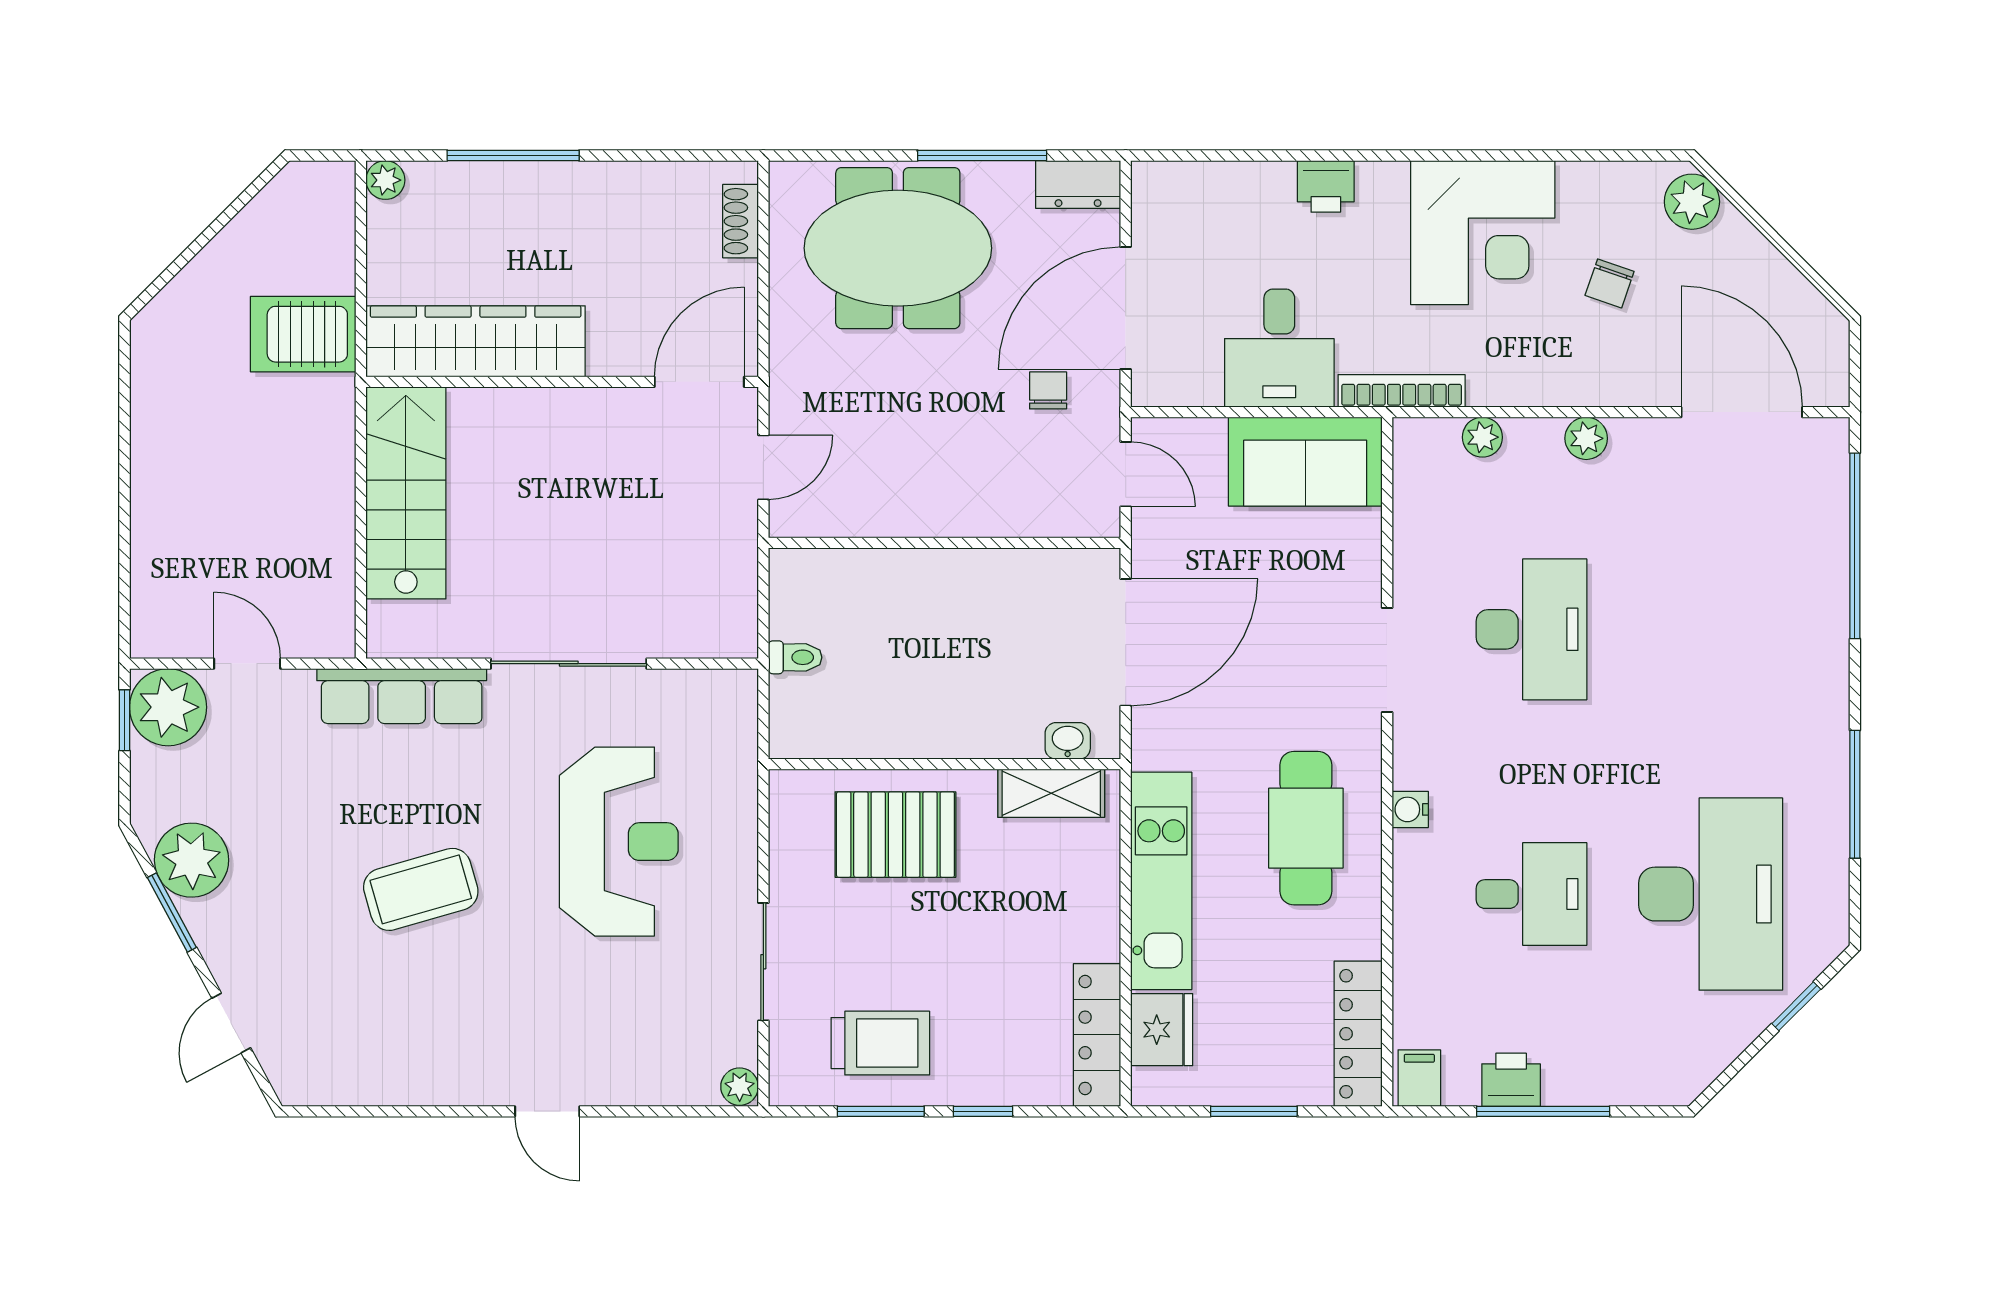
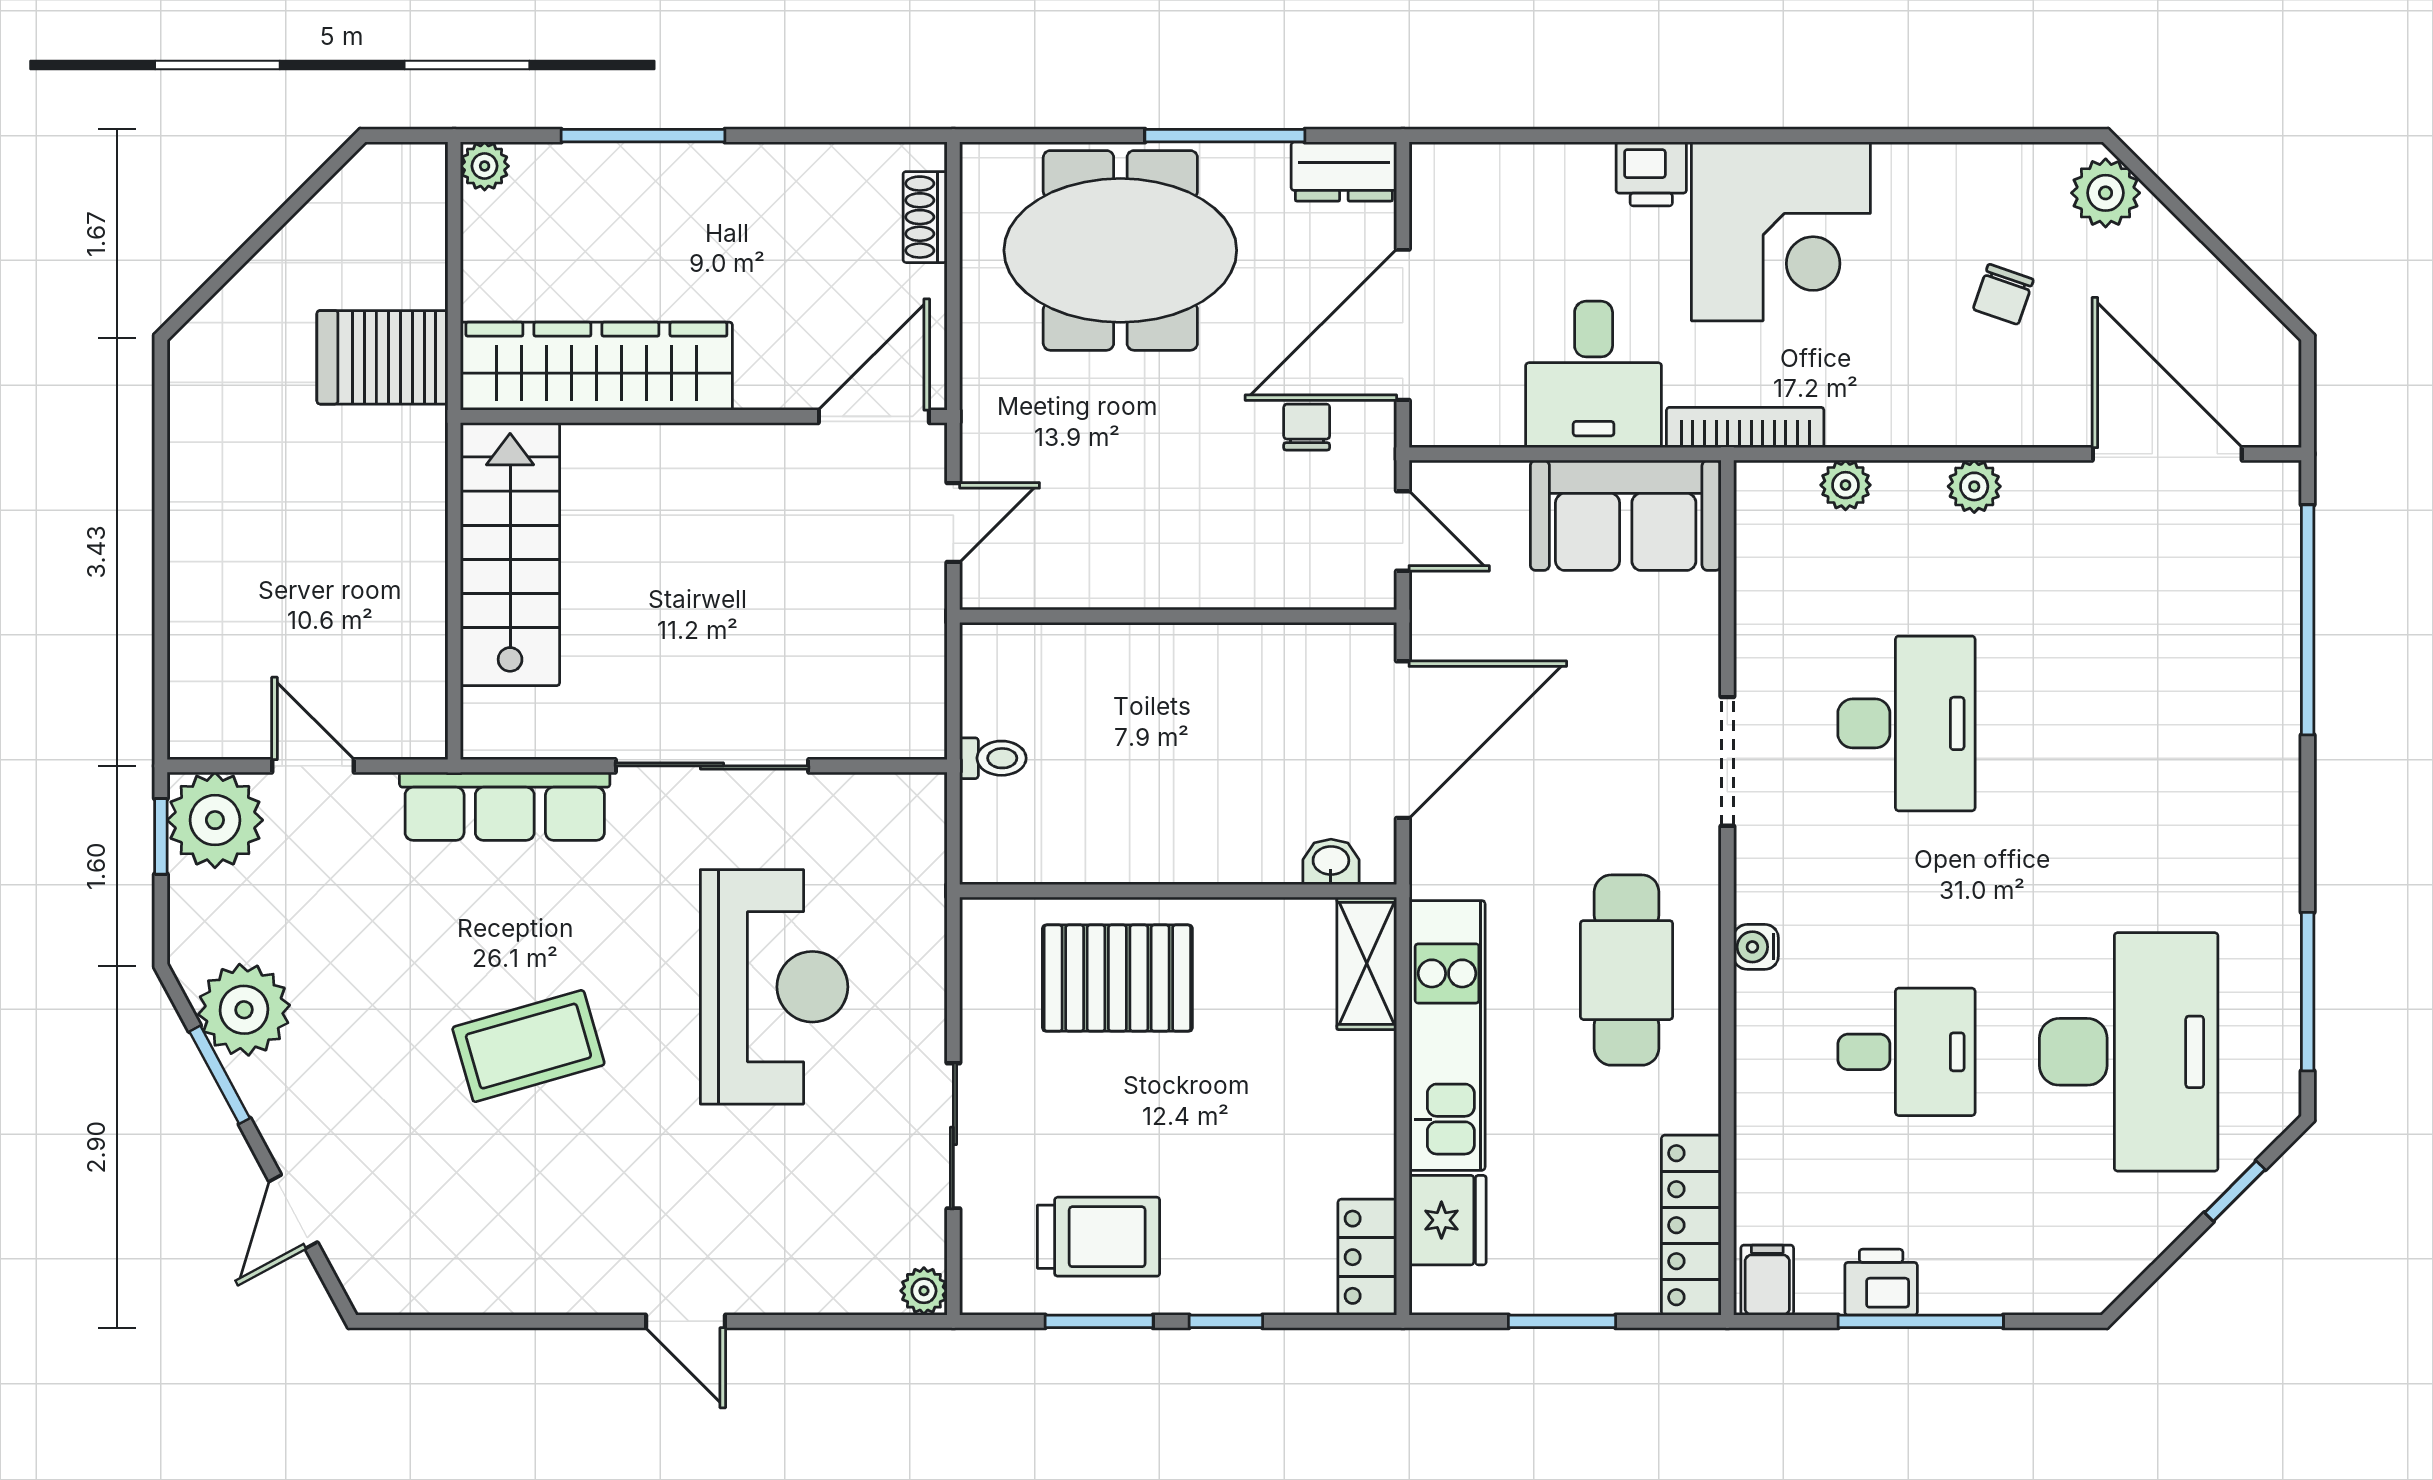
corner desk: (1483, 233) -> (1781, 231), moved
shelving: (1051, 793) -> (1367, 963), moved, turned 90
window: (1855, 794) -> (2308, 992), moved
locker: (1097, 1035) -> (1367, 1257), width x0.66

